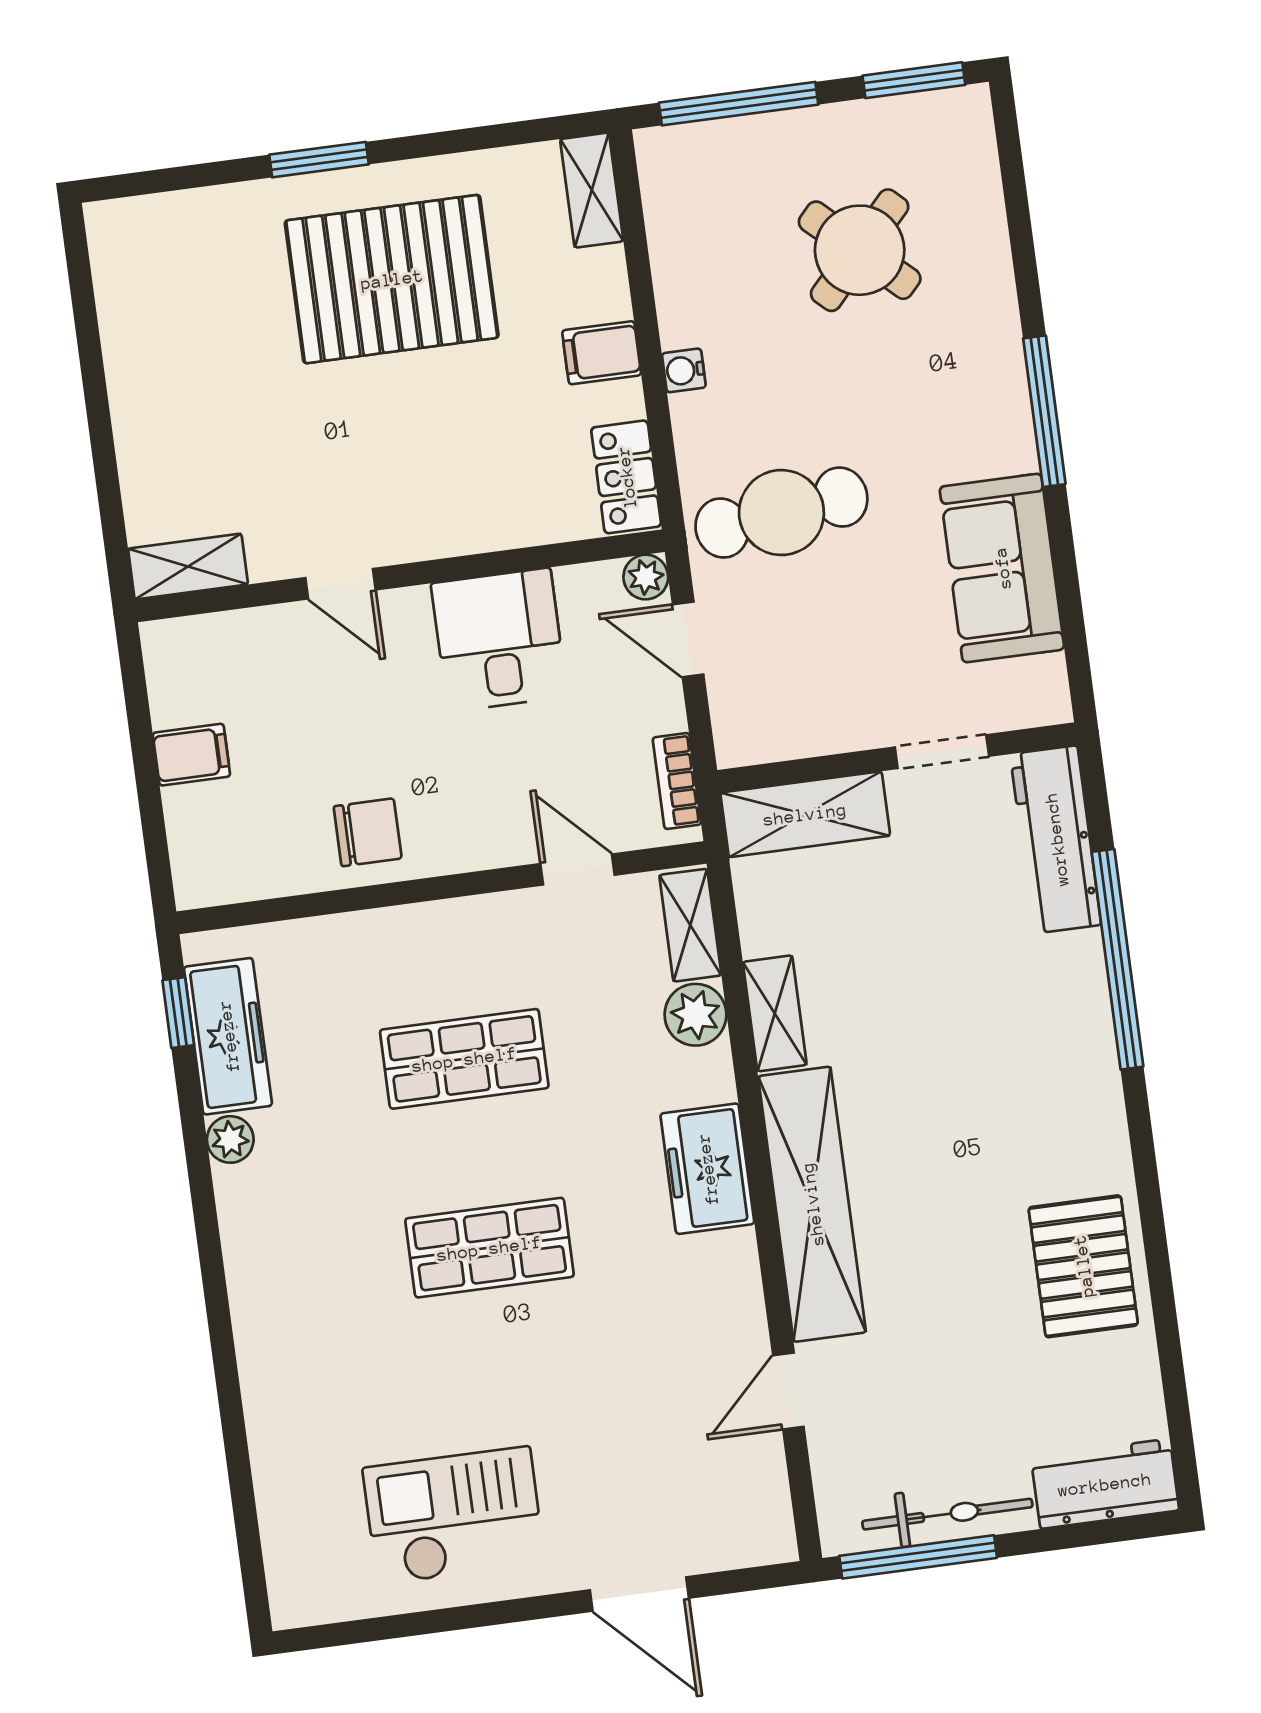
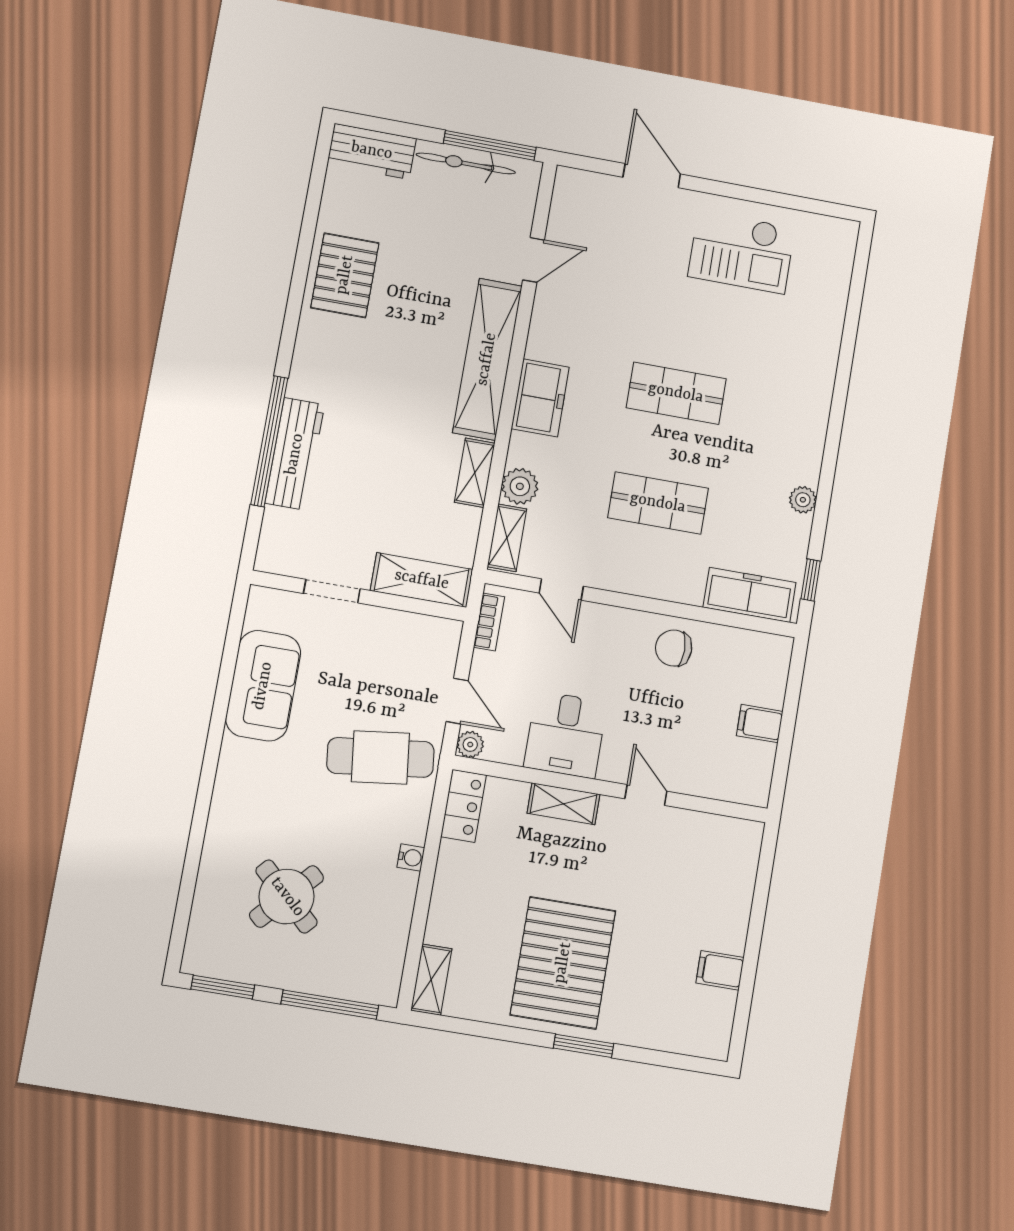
pallet: (392, 279) -> (563, 963), turned 90
filing cabinet: (602, 353) -> (720, 970), moved, turned 180
window: (1044, 411) -> (209, 769), removed
shelving: (188, 567) -> (563, 804), moved
workbench: (1056, 839) -> (295, 454), moved
freezer: (228, 1036) -> (750, 595), moved, turned 90

